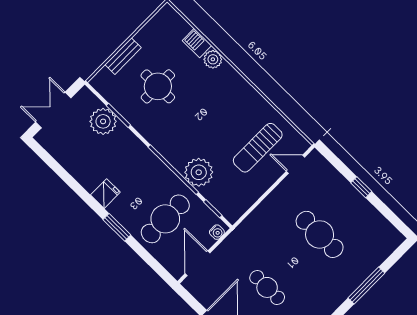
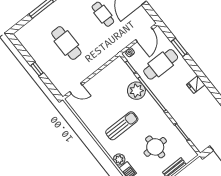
plant: (103, 121) -> (192, 129), removed
sun lounger: (258, 148) -> (122, 126), moved
window: (117, 227) -> (179, 47), moved

